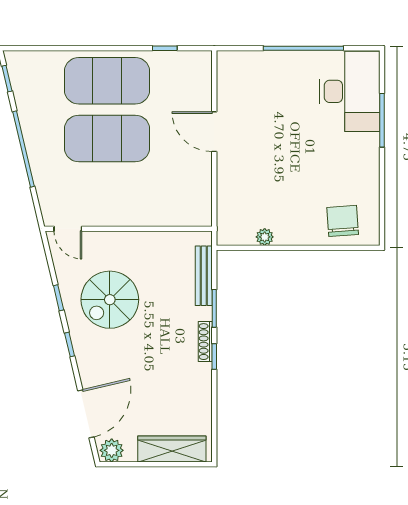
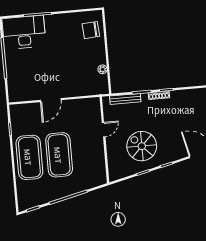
door: (68, 229) -> (104, 130), moved
spiral stairs: (110, 300) -> (142, 146), turned 180

